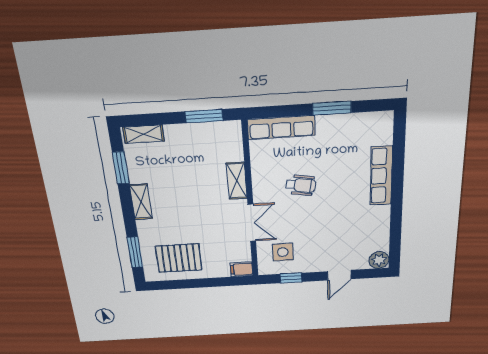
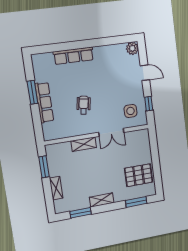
row of seats: (281, 127) -> (44, 103), moved
shelving: (144, 134) -> (56, 188), moved
double door: (252, 223) -> (111, 132), swing flipped
pallet: (179, 258) -> (139, 175), turned 90
filing cabinet: (242, 269) -> (144, 136), removed

